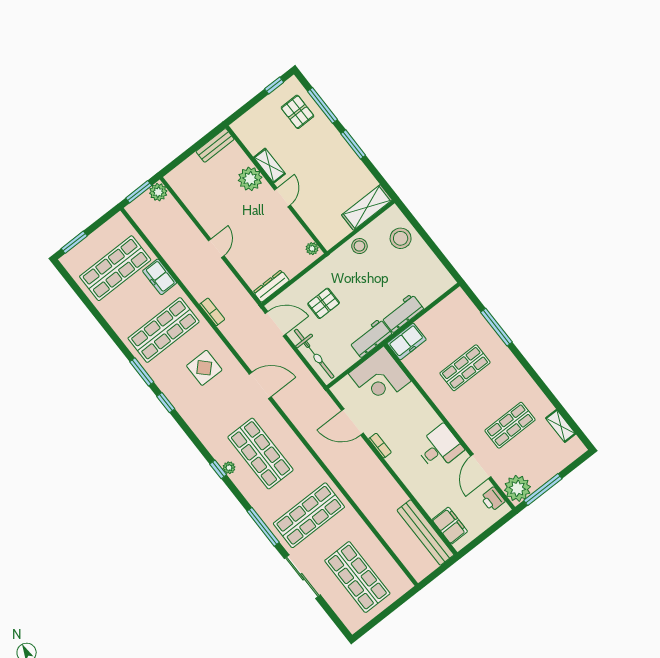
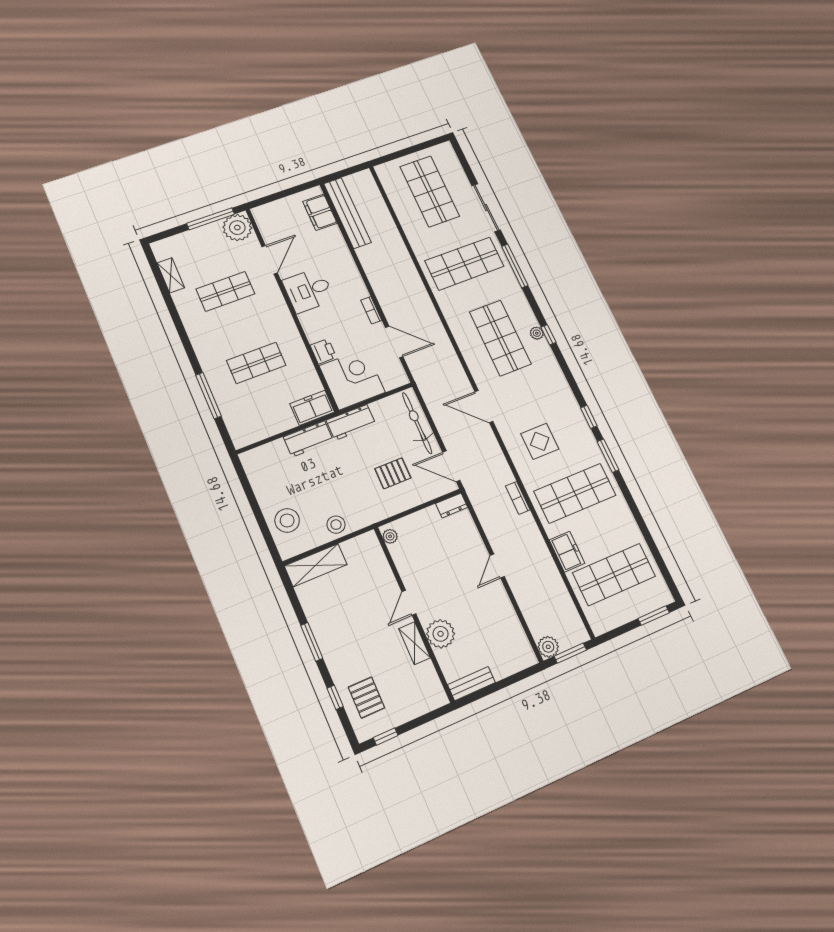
window: (323, 105) -> (335, 697), width x0.46
dresser: (271, 286) -> (452, 505), width x0.70
printer: (493, 499) -> (323, 351), moved

